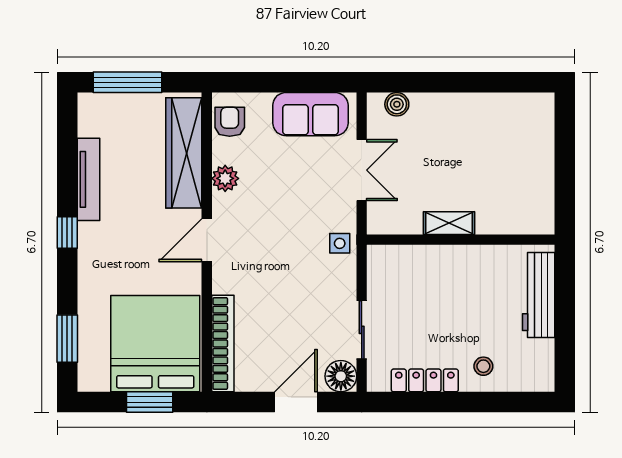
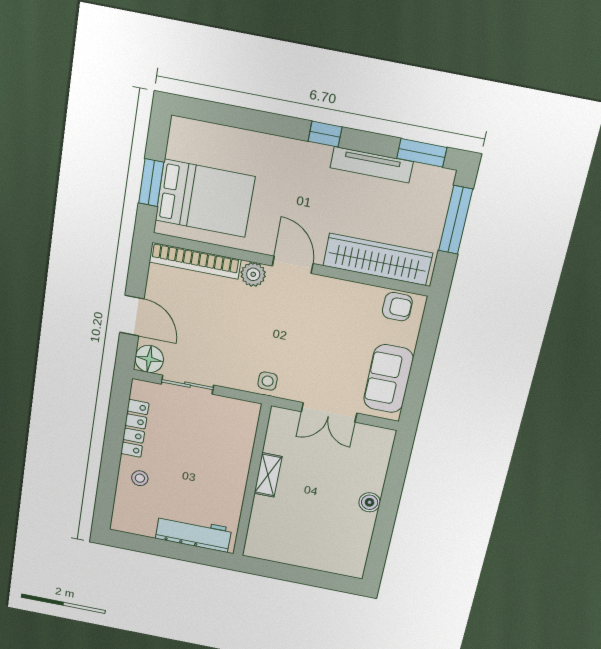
boiler: (397, 104) -> (370, 502), moved
plant: (225, 178) -> (253, 274), moved
window: (67, 339) -> (422, 153), moved
bed: (155, 344) -> (205, 198), width x0.73

